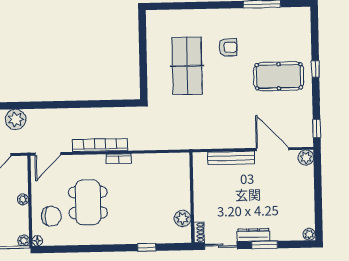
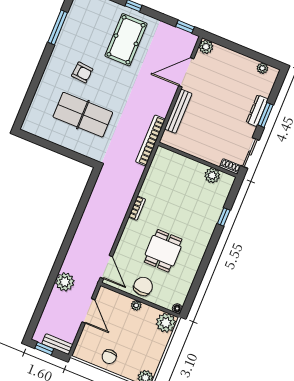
armchair: (228, 47) -> (82, 72), turned 95
bookcase: (100, 145) -> (151, 141), moved
dining table: (88, 202) -> (163, 251), width x0.73
chair: (51, 216) -> (143, 286), moved
plant: (309, 234) -> (262, 68), moved
dresser: (253, 235) -> (257, 111), moved
plant: (24, 241) -> (166, 323), width x1.88, depth x1.88

